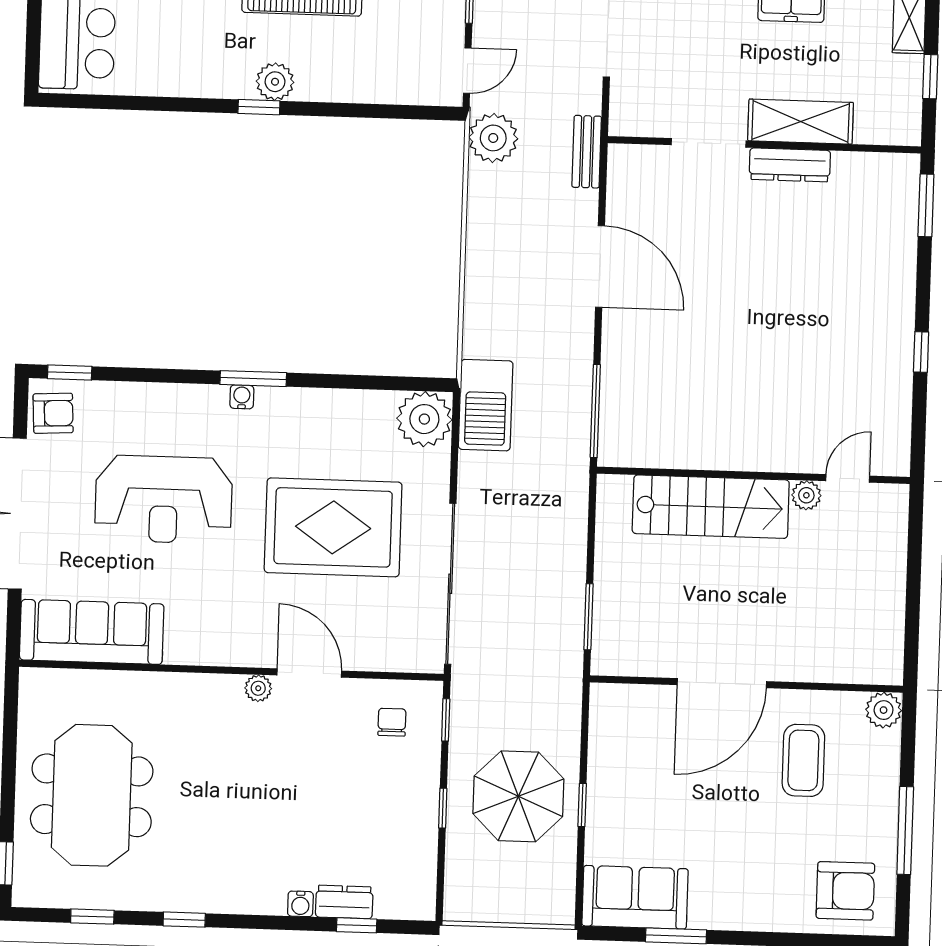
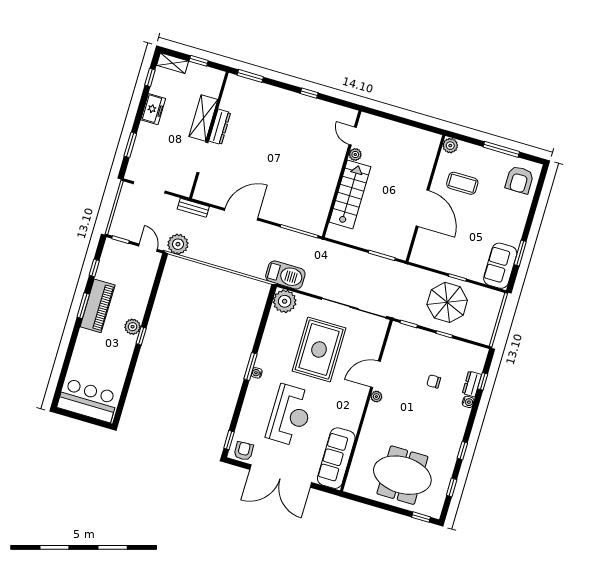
chair: (392, 722) -> (434, 381), moved
armchair: (845, 891) -> (519, 180), turned 180

